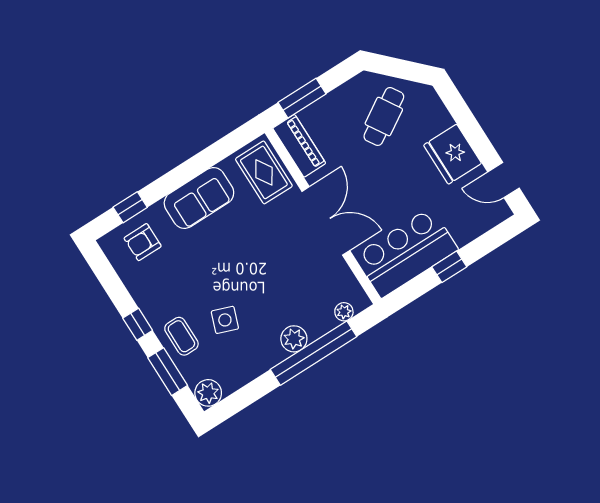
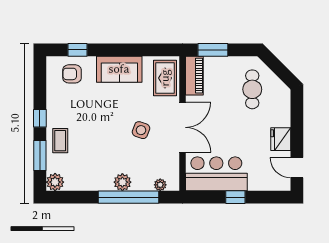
cafe table: (384, 116) -> (252, 89), turned -58
fridge: (453, 154) -> (281, 139), width x0.73, depth x0.75
side table: (225, 320) -> (141, 130), moved

